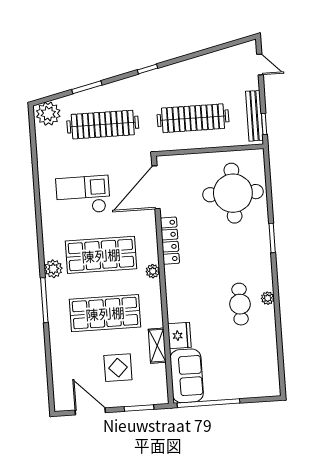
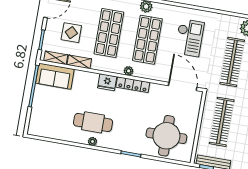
locker: (170, 241) -> (133, 85), moved
cafe table: (240, 304) -> (93, 122), width x1.37, depth x1.35
fridge: (179, 336) -> (107, 82), moved
shelving: (160, 381) -> (56, 58), added

